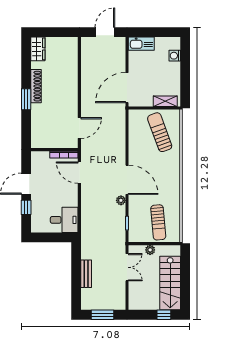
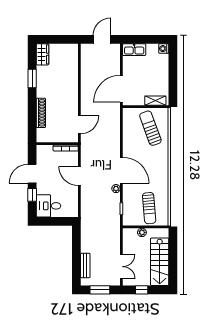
washing machine: (175, 56) -> (164, 49), moved
shoe rack: (36, 86) -> (41, 113), moved
window: (26, 99) -> (32, 78), moved
door: (79, 173) -> (79, 176), moved
desk: (64, 220) -> (48, 206), moved, turned 180
double door: (127, 267) -> (121, 267), moved
bench: (86, 274) -> (85, 265), moved
window: (164, 315) -> (142, 290), moved

